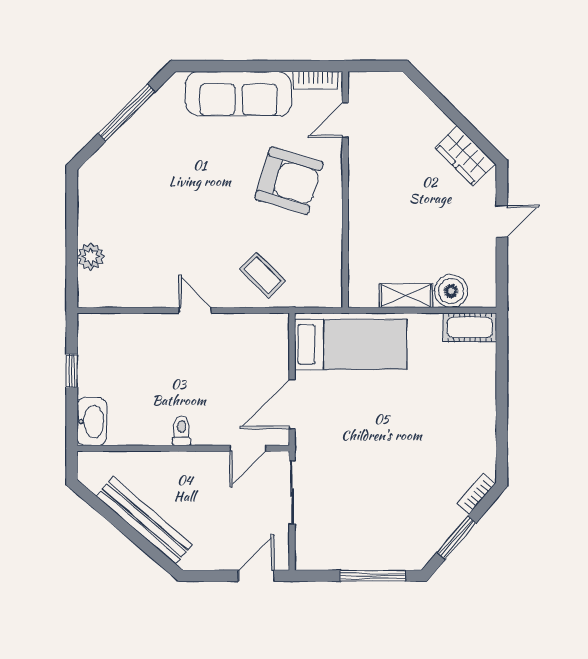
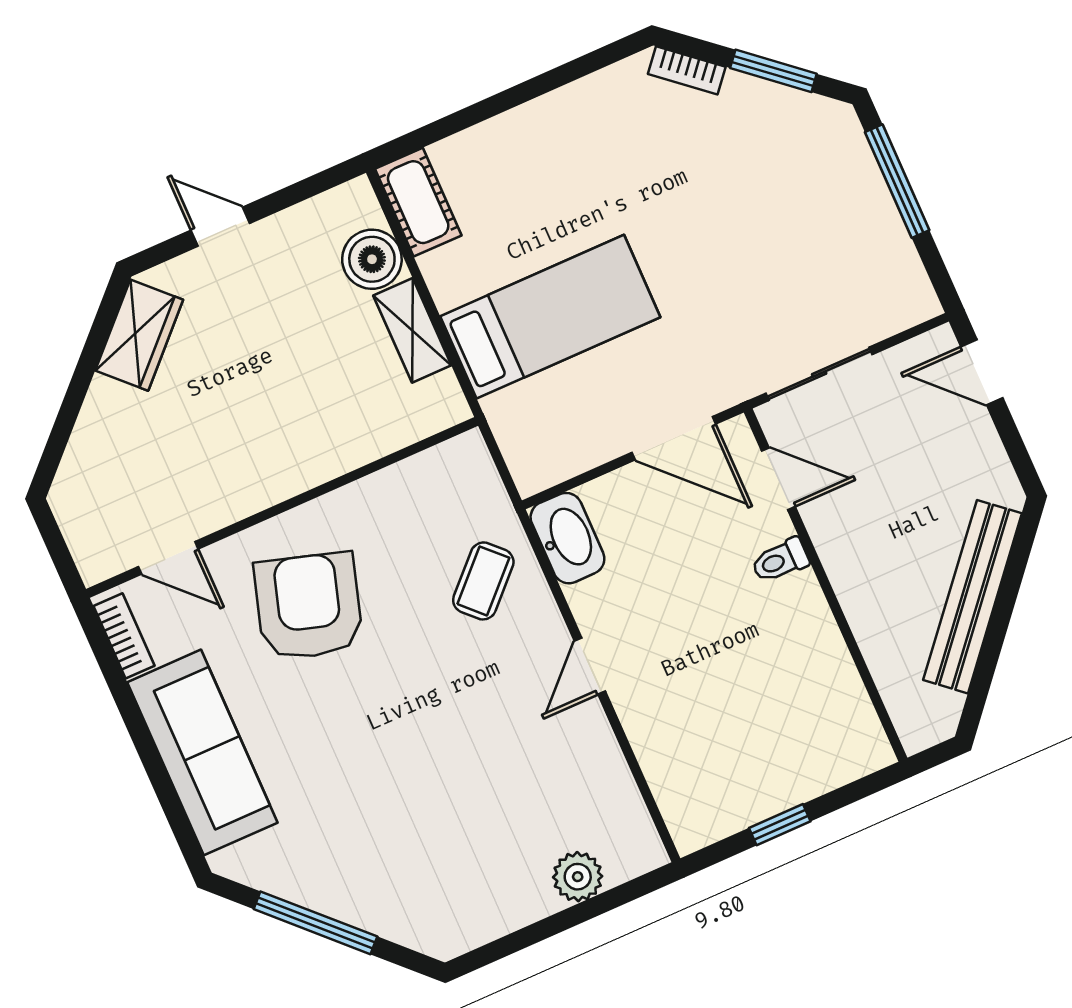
bed: (351, 344) -> (550, 317), moved, turned 90
washbasin: (92, 422) -> (567, 538), moved, turned 90
toilet: (182, 431) -> (780, 560), moved

